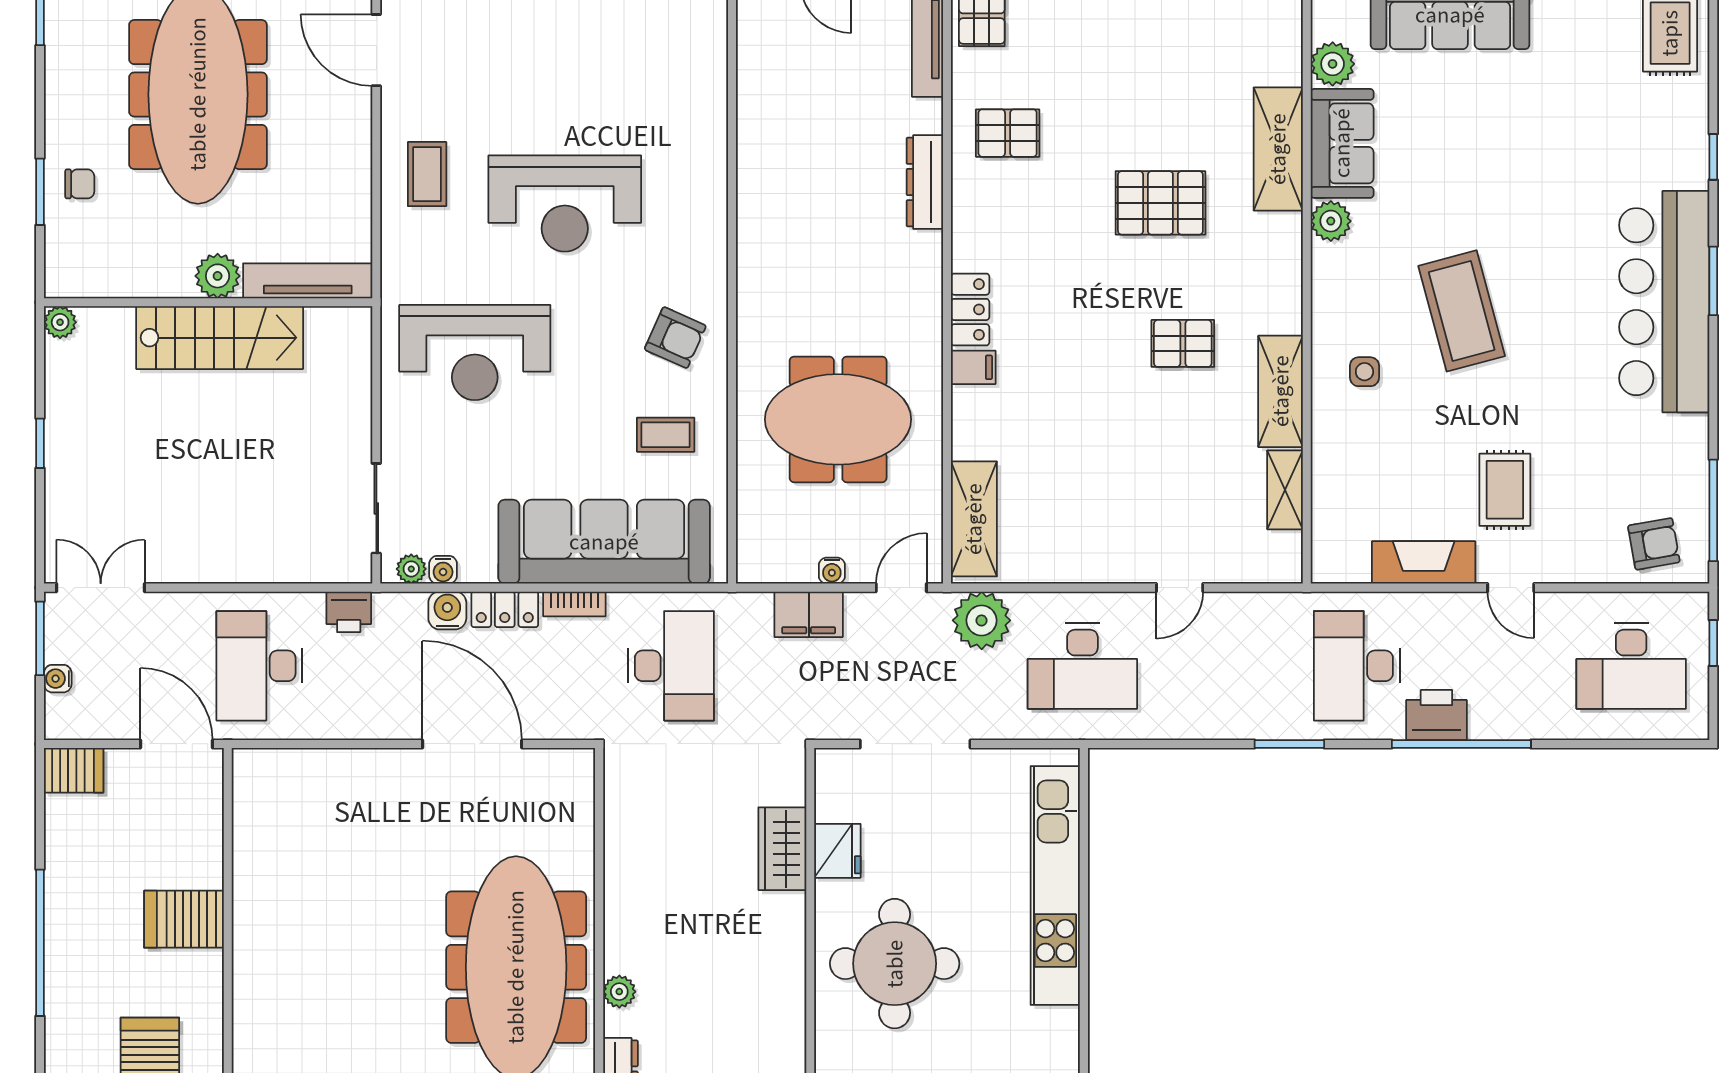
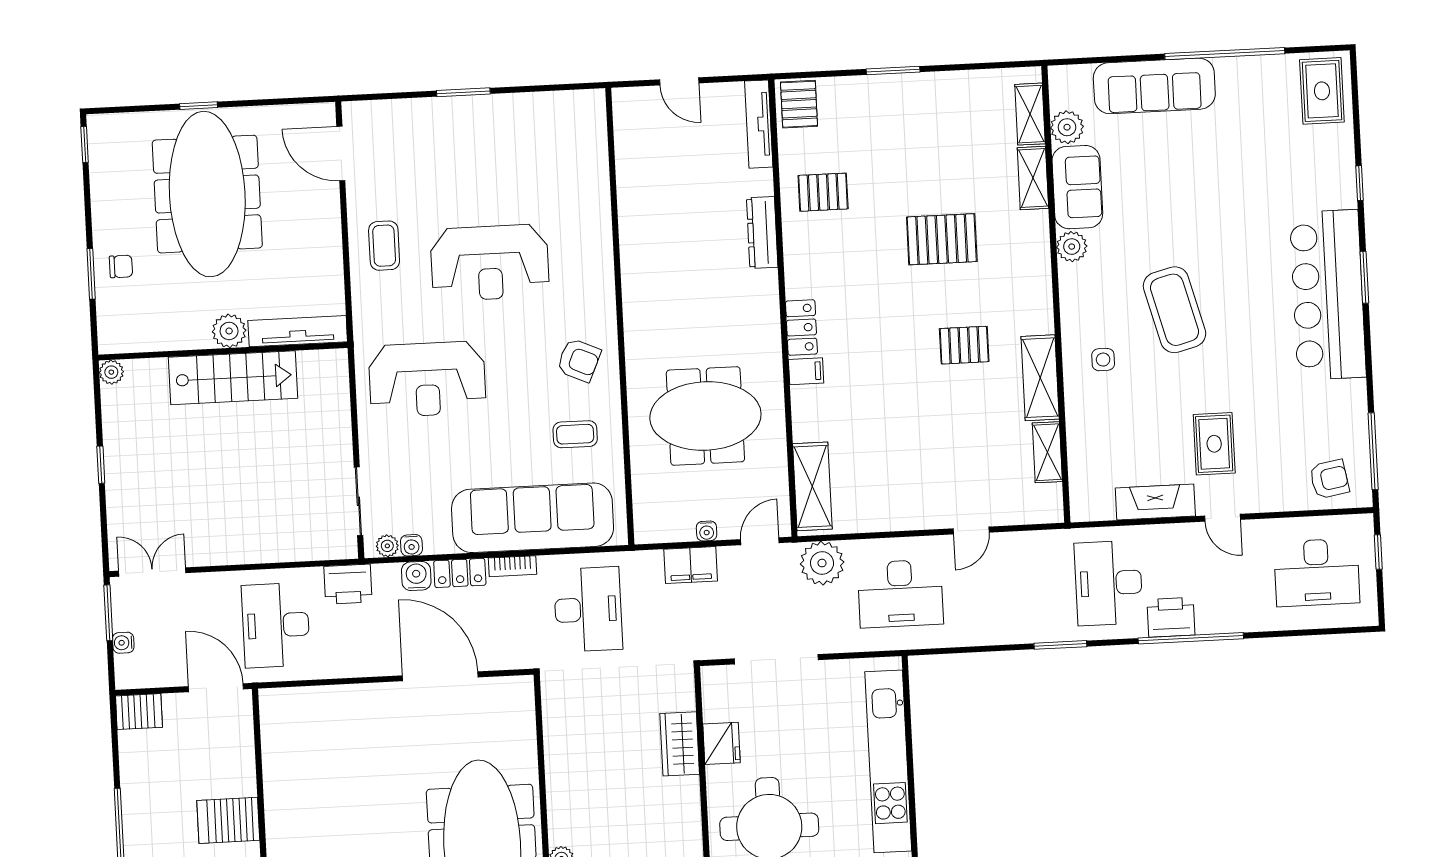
shelving: (1285, 44) -> (1030, 114), added
shelving: (1278, 149) -> (1033, 178), width x0.67, depth x0.75
printer: (349, 612) -> (348, 584), width x1.36, depth x1.24

